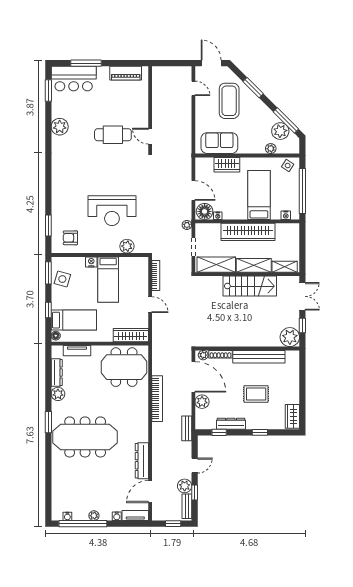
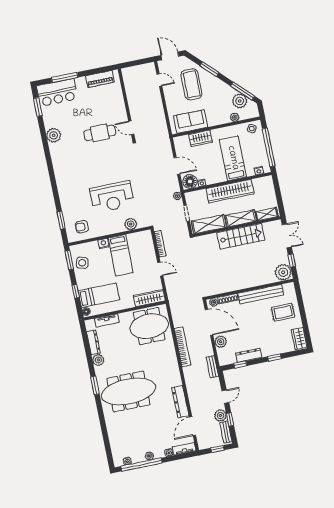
rug: (256, 394) -> (283, 312), moved

